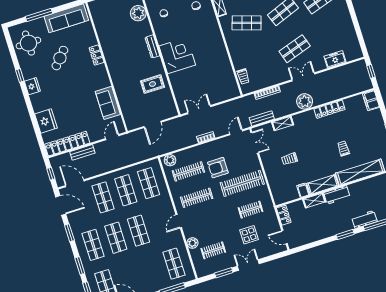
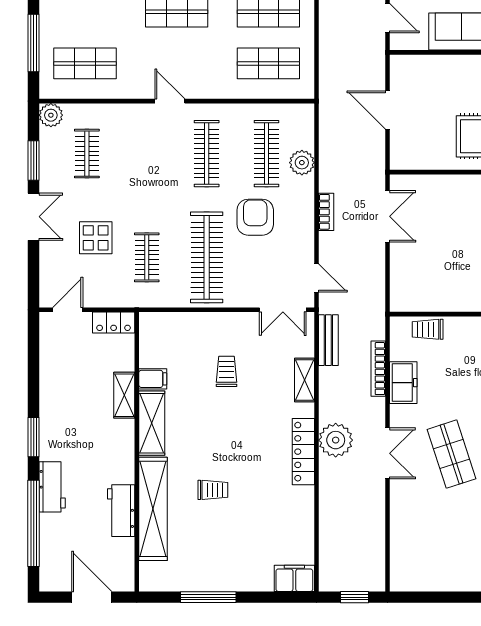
freezer: (335, 59) -> (403, 383), moved
locker: (330, 109) -> (303, 452), moved
plant: (170, 160) -> (302, 163), moved
workbench: (337, 195) -> (121, 511), moved
plant: (192, 243) -> (51, 115), moved

